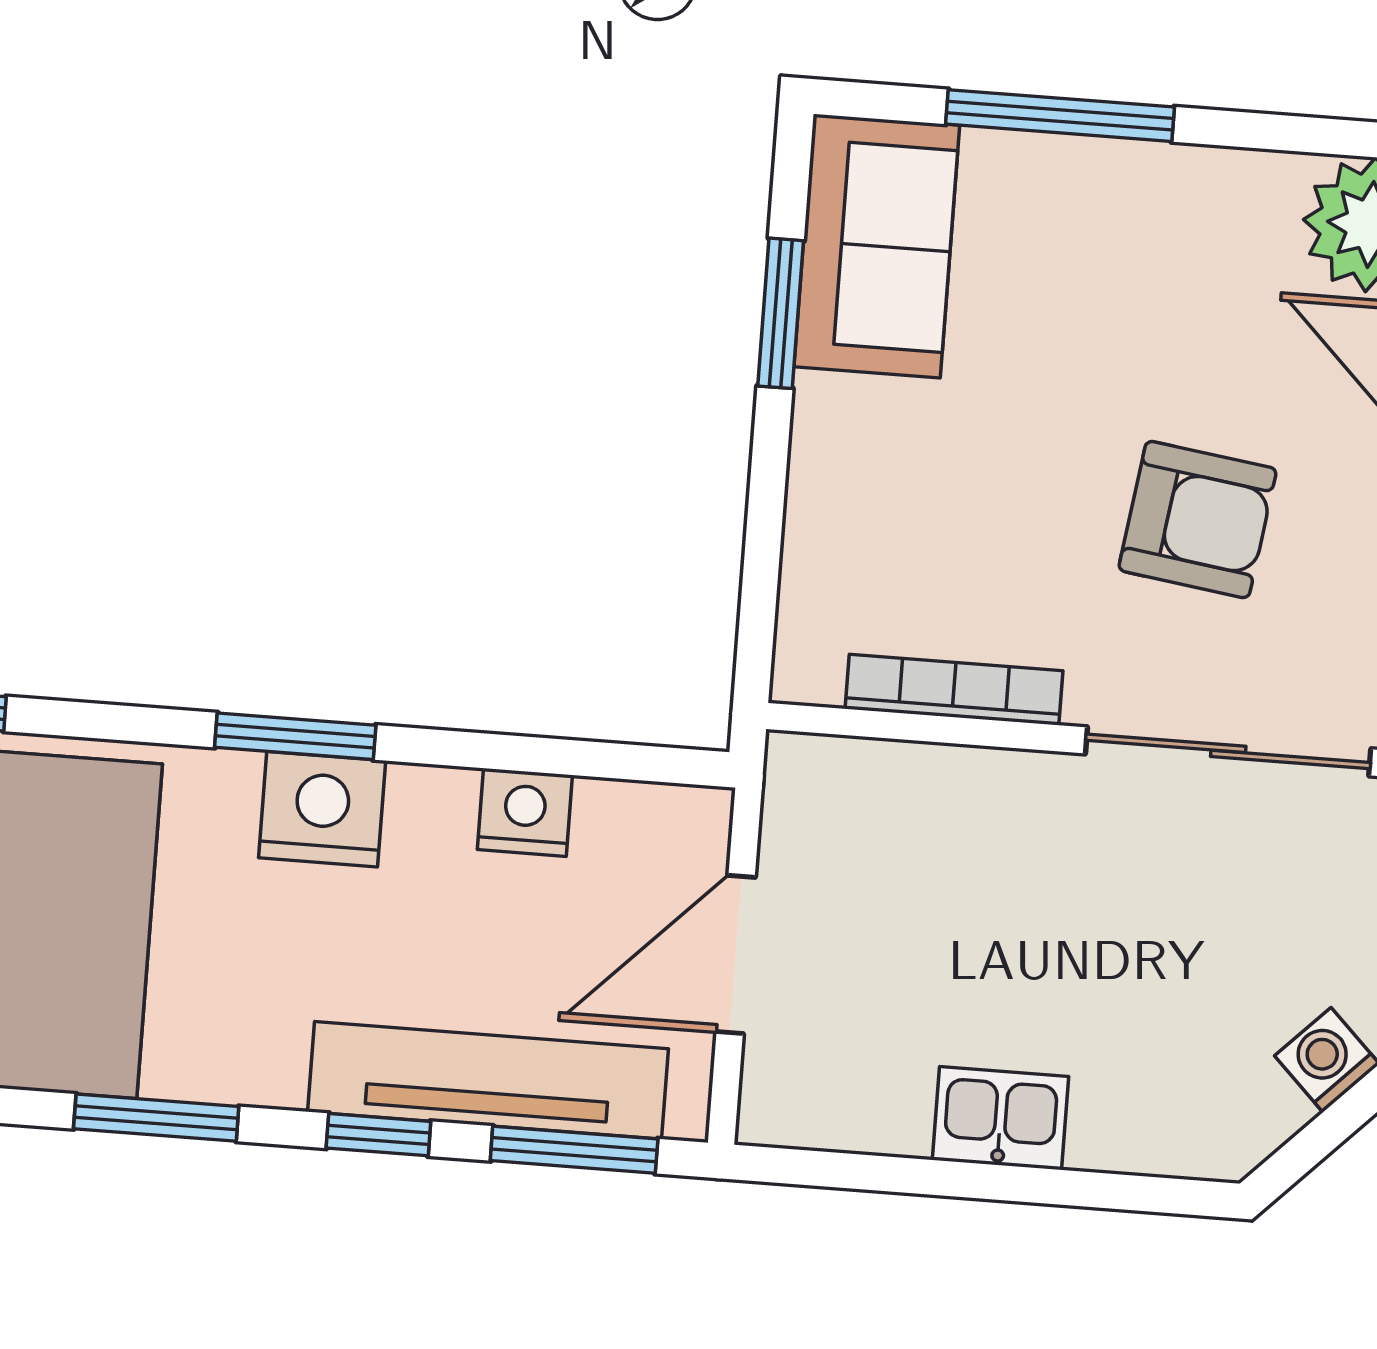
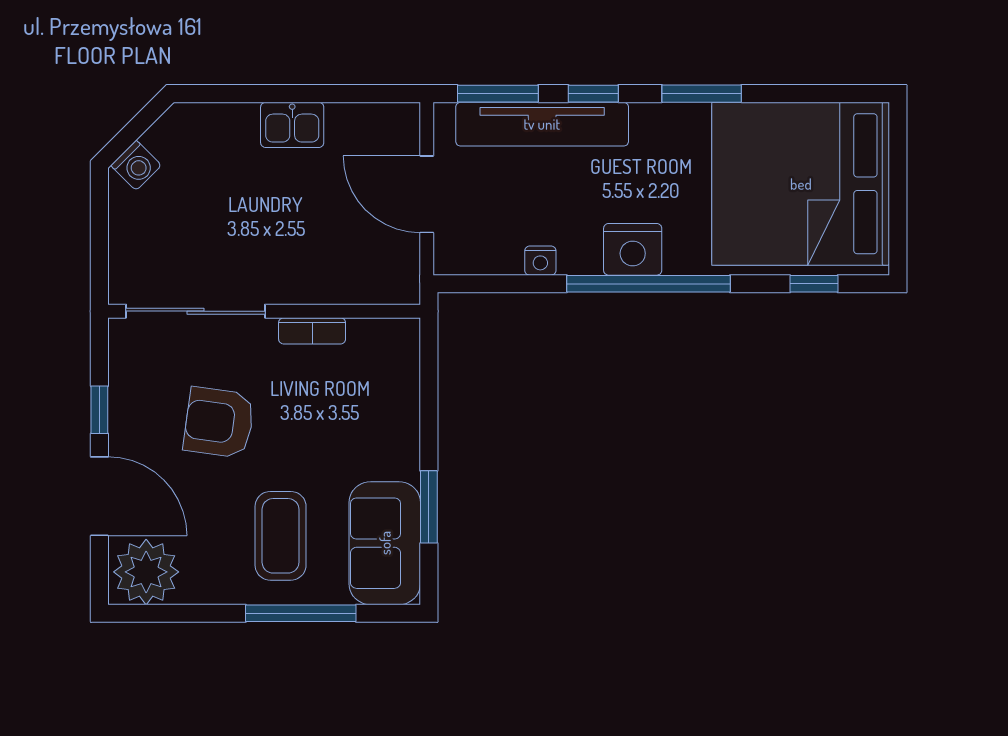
coffee table: (1089, 278) -> (281, 536), added
bookcase: (954, 690) -> (312, 331), width x0.64
window: (295, 736) -> (648, 284), width x2.11
nightstand: (525, 812) -> (540, 261), width x0.72, depth x0.74
door: (736, 955) -> (427, 194), swing flipped

